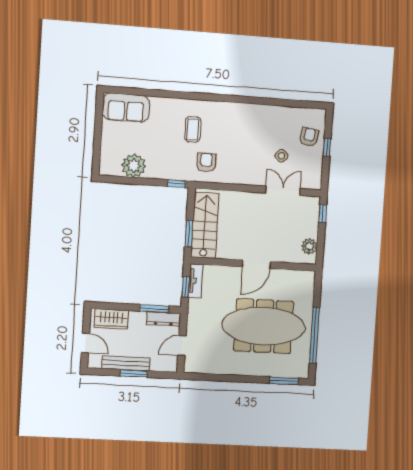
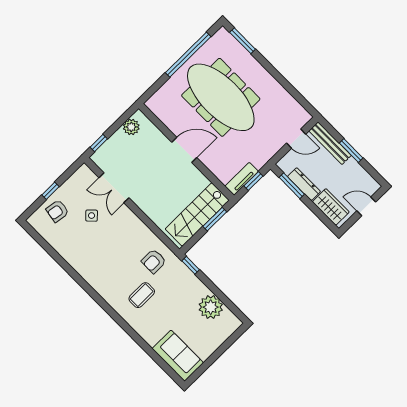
dresser: (164, 319) -> (304, 184), moved
door: (85, 343) -> (366, 206), hinge flipped
bench: (126, 363) -> (330, 143), moved

